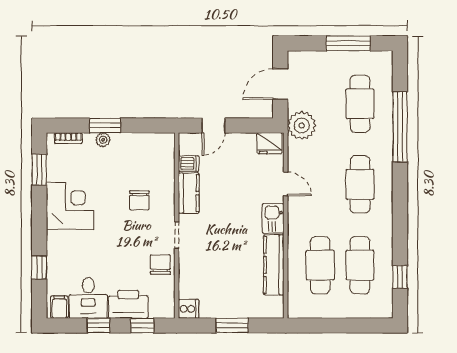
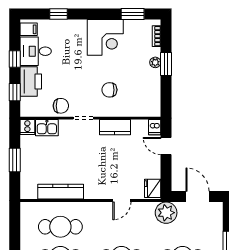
dishwasher: (189, 163) -> (155, 127), moved
kitchen sink: (273, 218) -> (47, 128), moved, turned 180

